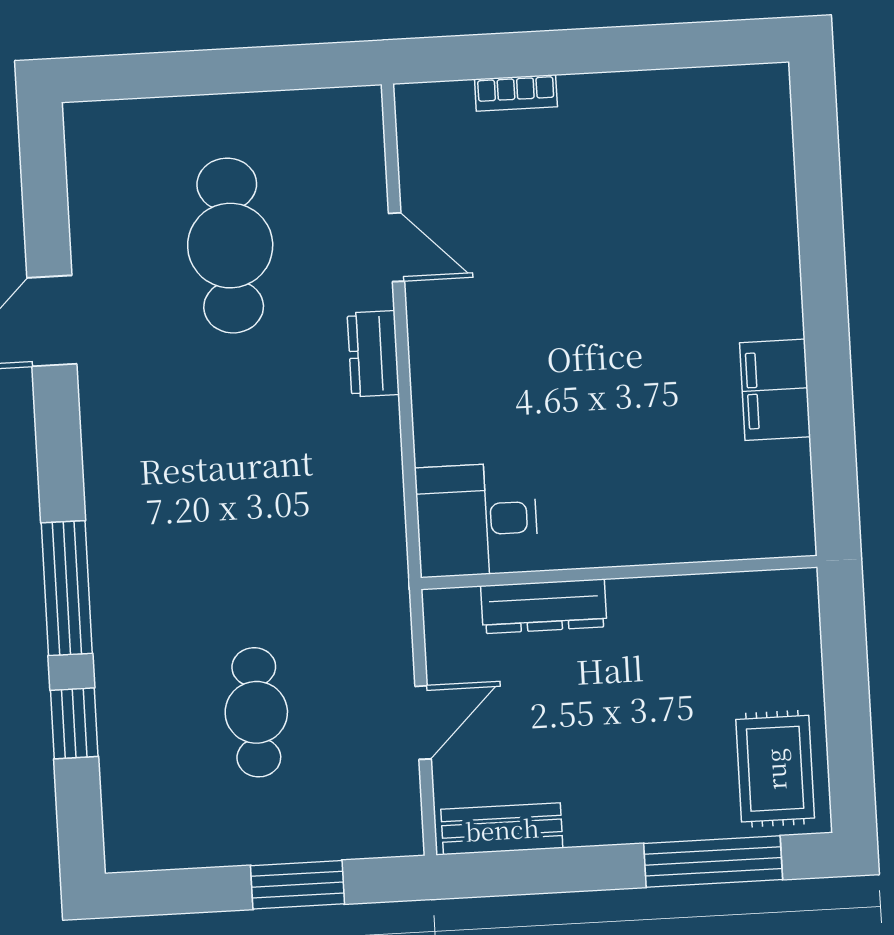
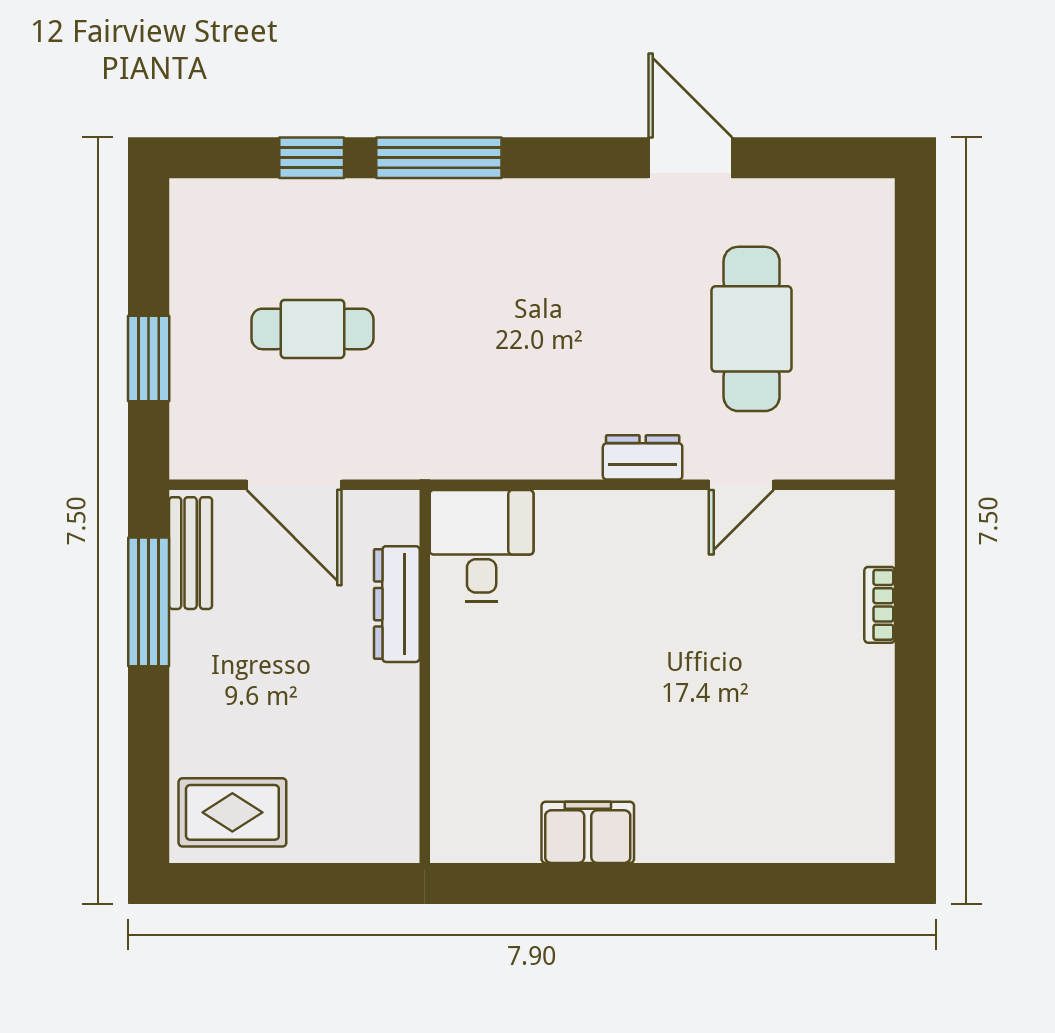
cafe table: (230, 246) -> (752, 329), turned 90
door: (423, 723) -> (294, 485), width x1.38
window: (713, 861) -> (149, 602), moved

